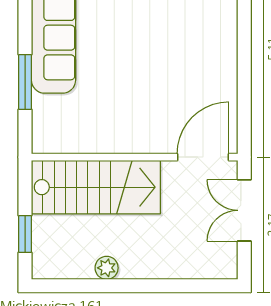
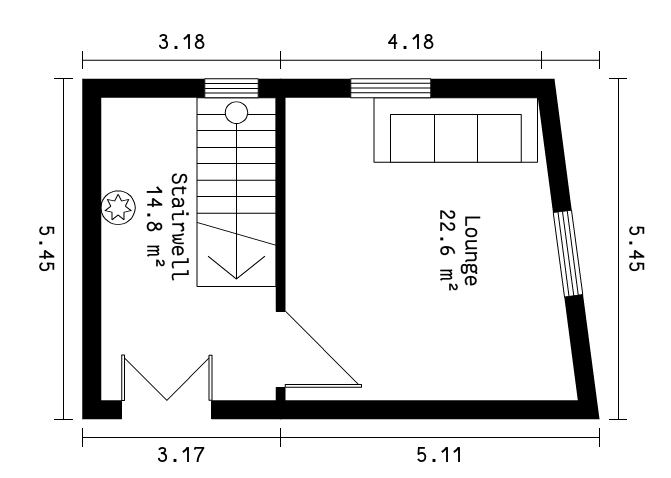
double door: (244, 210) -> (167, 410), moved
window: (25, 234) -> (231, 88), moved

